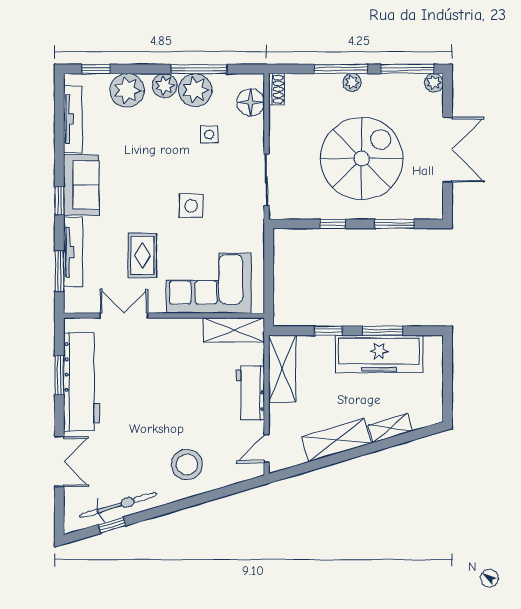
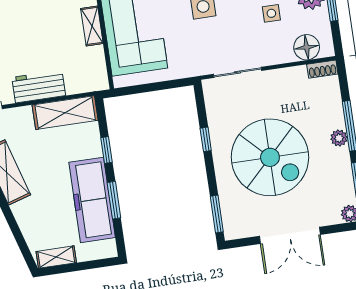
window: (395, 224) -> (217, 214), moved
shelving: (234, 330) -> (92, 26), moved, width x0.67, depth x0.75
shelving: (390, 428) -> (56, 257), moved, turned -73

